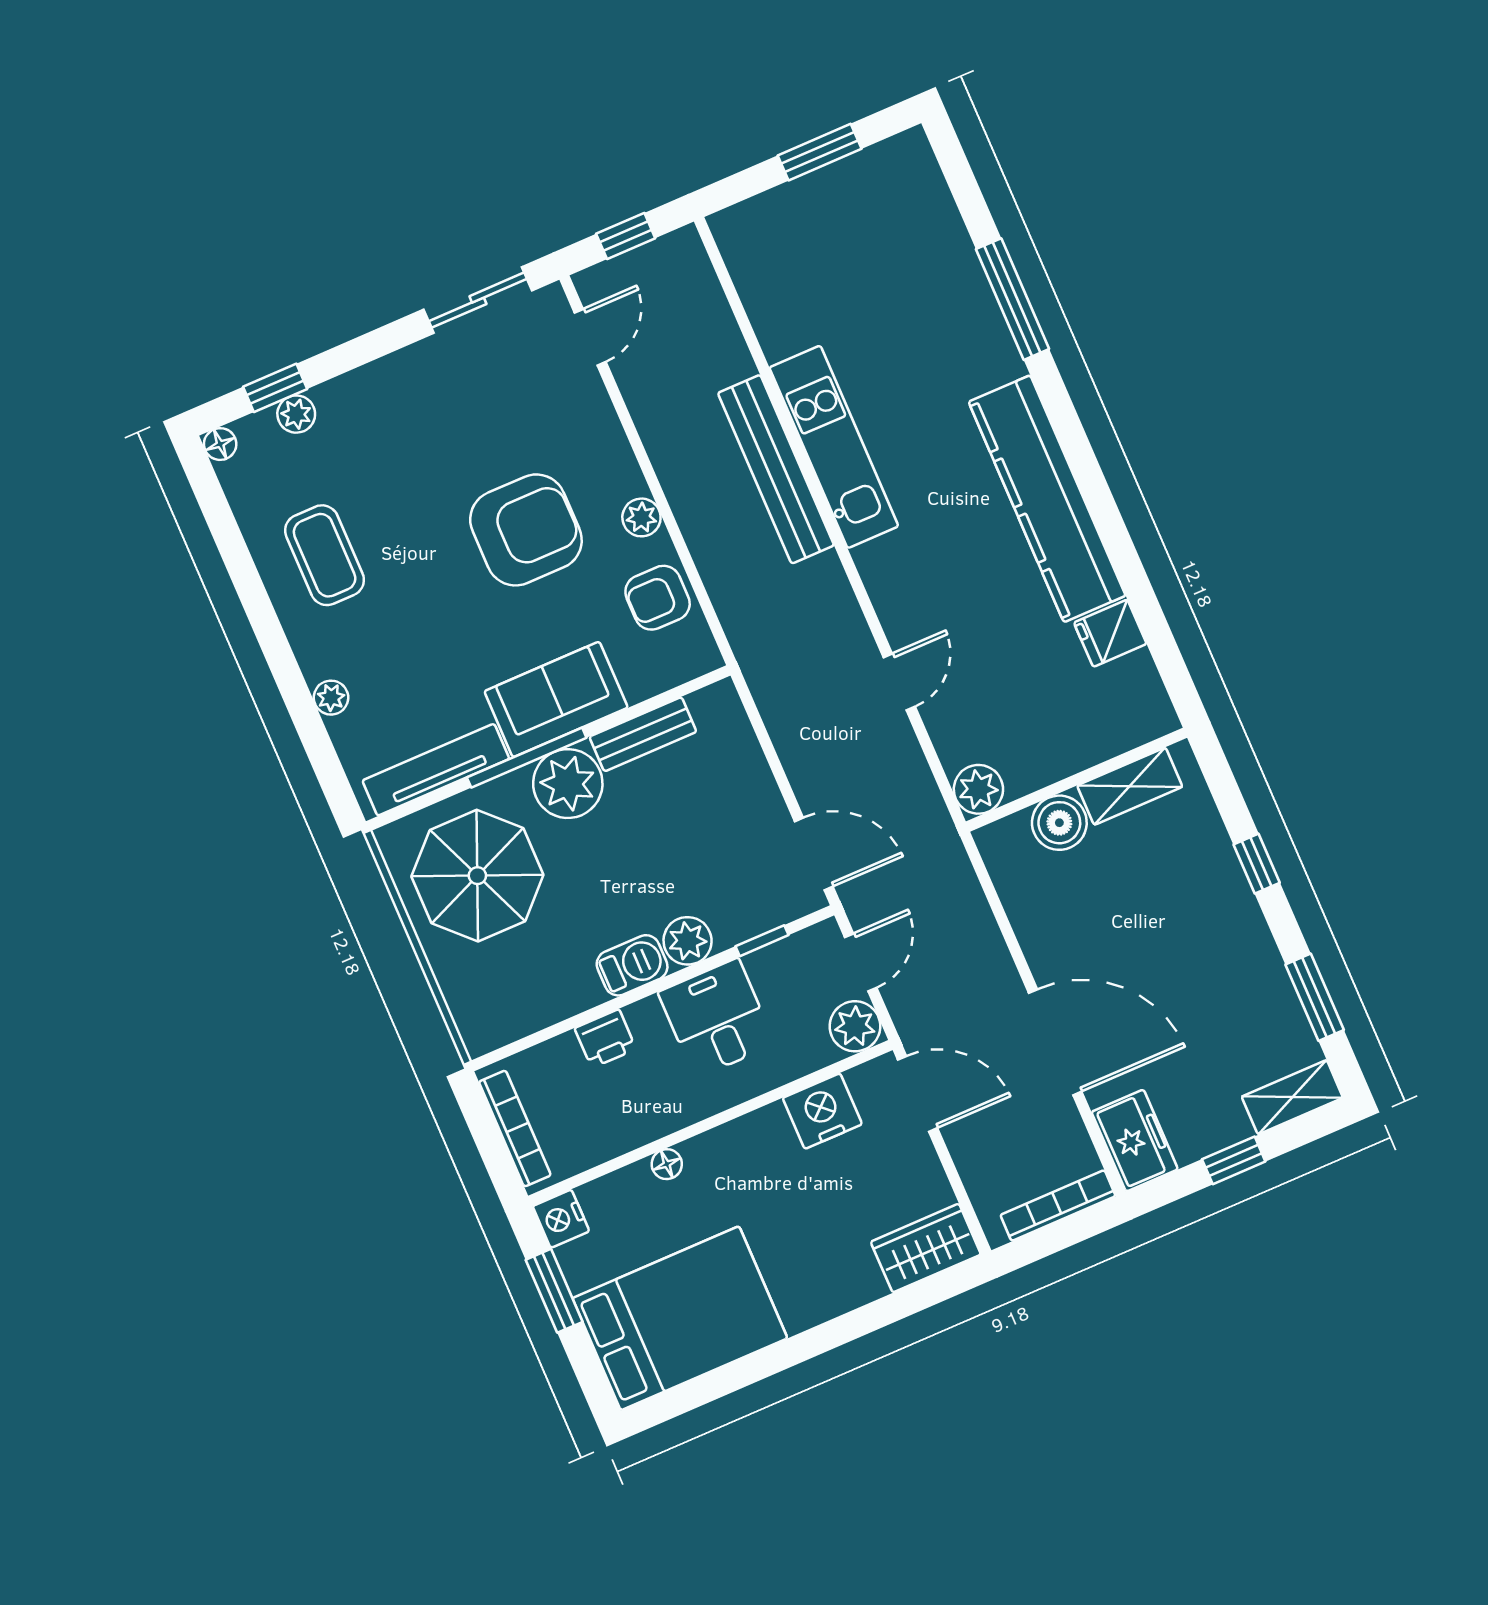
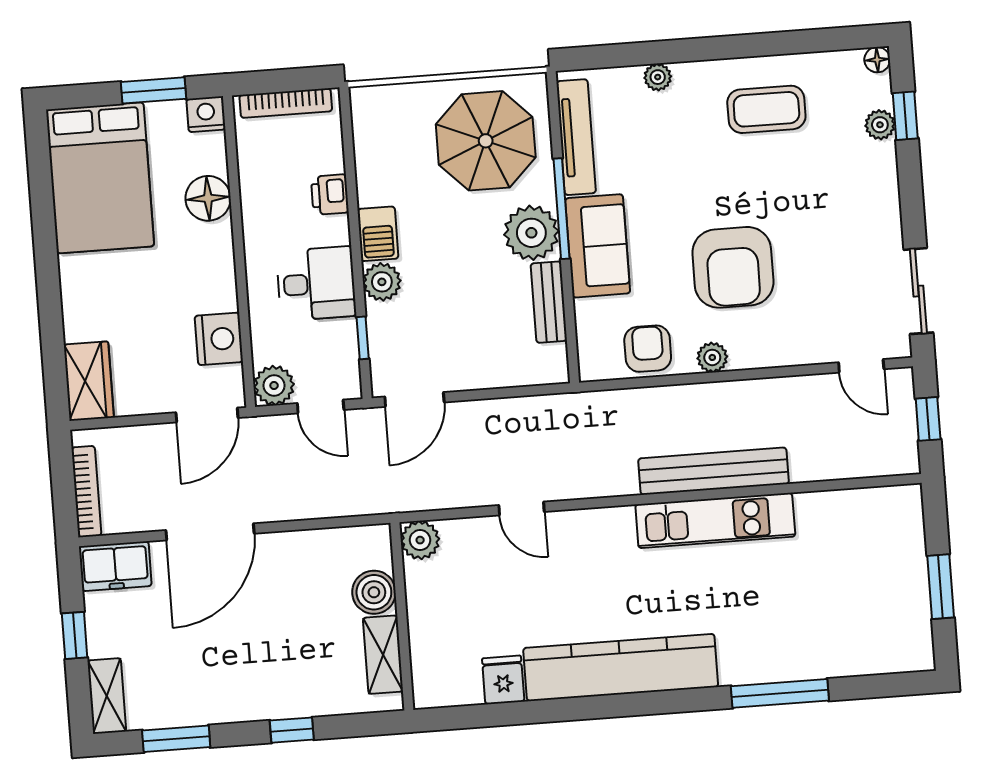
floor lamp: (667, 1164) -> (208, 198), width x1.89, depth x1.89

